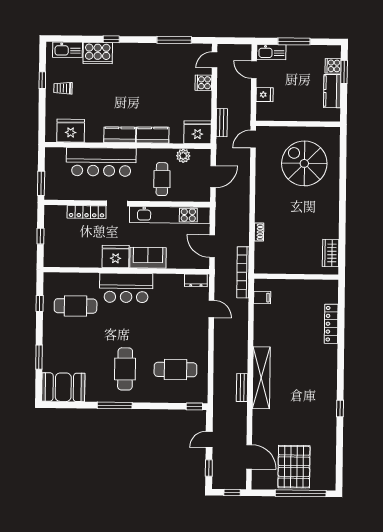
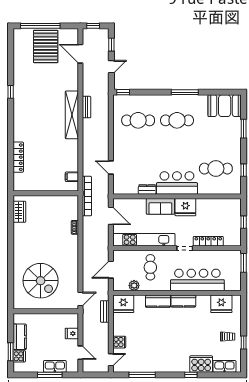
kitchen sink: (271, 52) -> (55, 366), moved
dresser: (196, 280) -> (147, 189), moved
cafe table: (125, 369) -> (177, 120), turned 90

